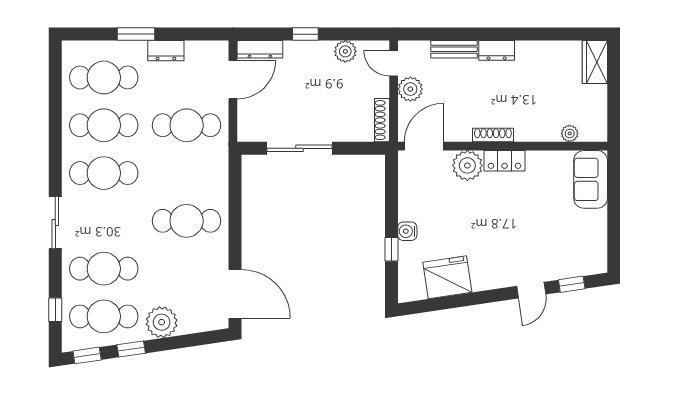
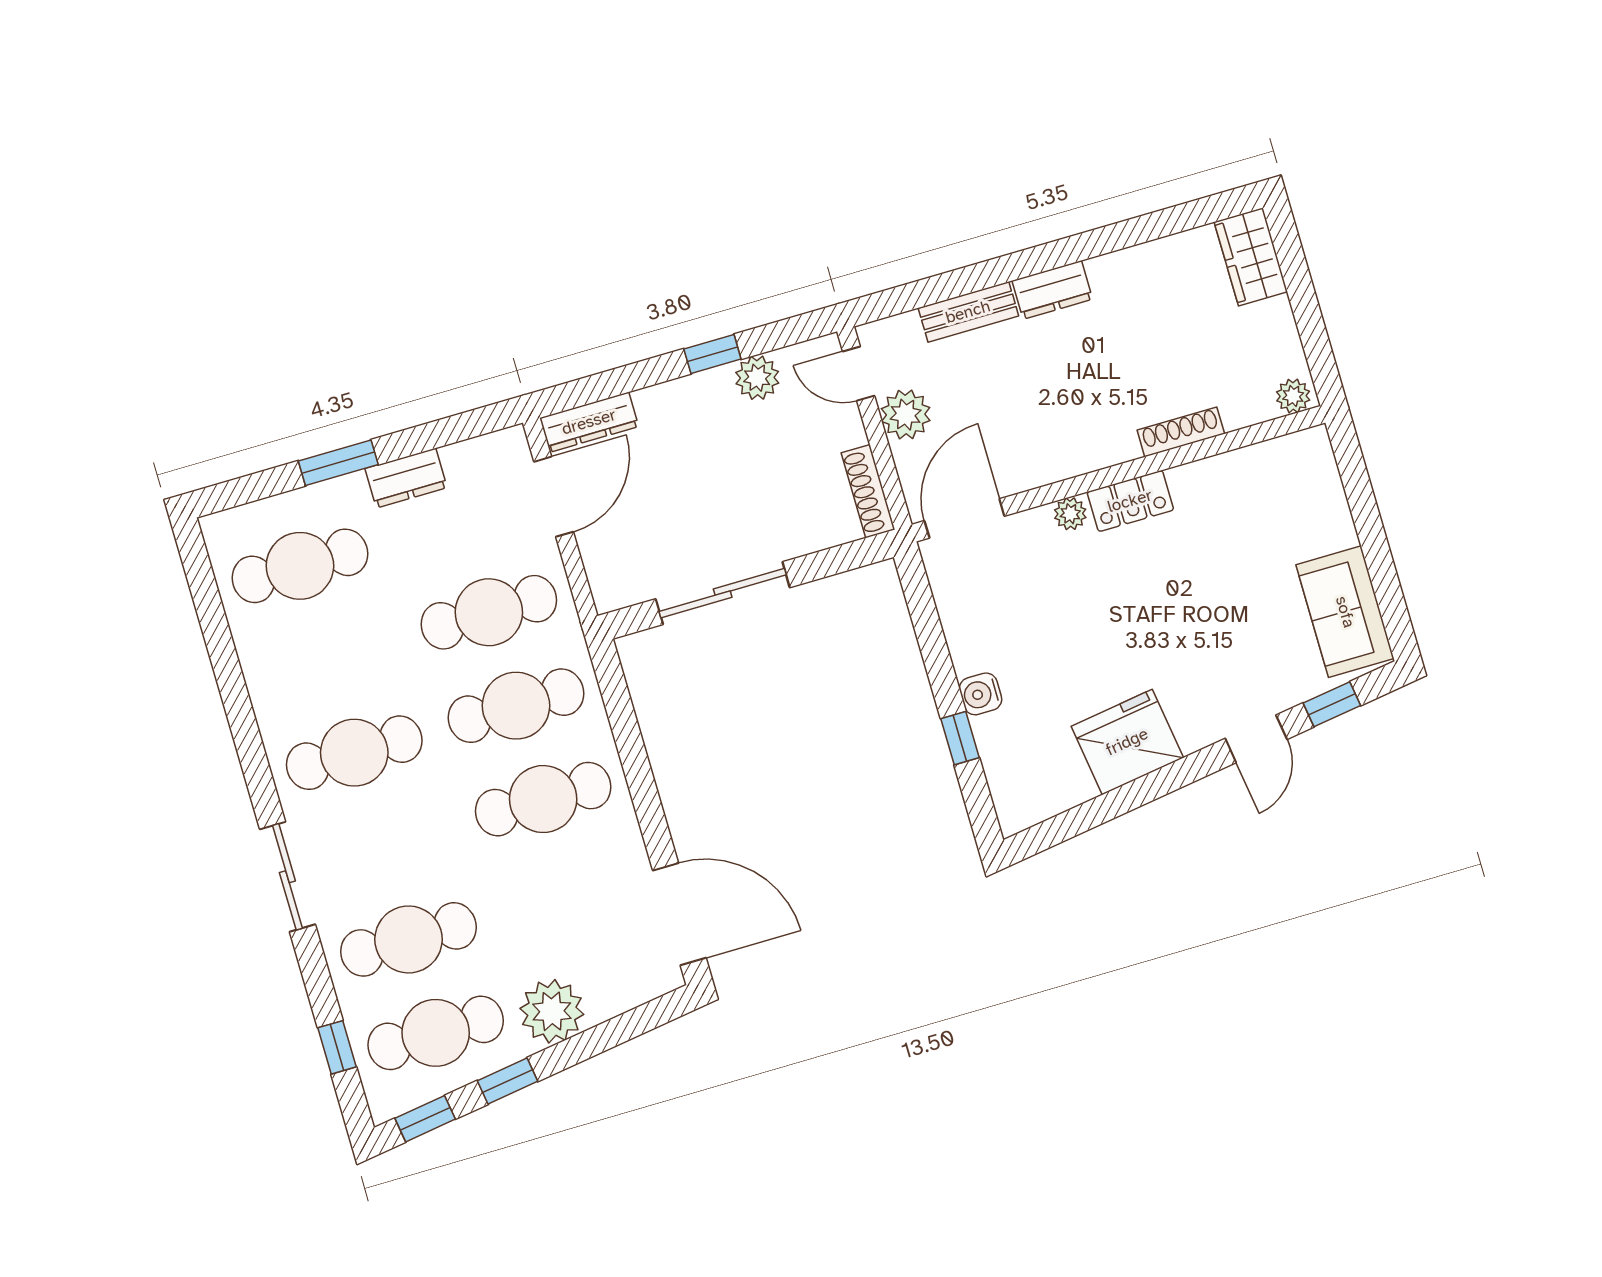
window: (305, 34) -> (712, 354), moved
cafe table: (104, 125) -> (516, 706), moved
plant: (570, 133) -> (1293, 396), moved
shoe rack: (493, 135) -> (1181, 432), moved
plant: (467, 165) -> (1070, 514), width x0.53, depth x0.53
sofa: (591, 179) -> (1345, 612), moved
fridge: (447, 277) -> (1127, 742), moved

